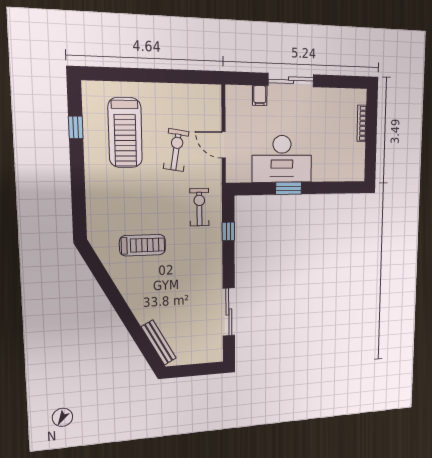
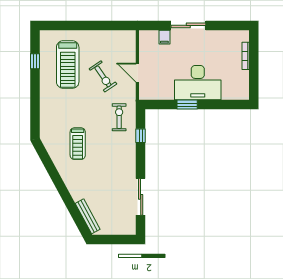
exercise bike: (176, 150) -> (103, 76), turned 137
desk: (282, 159) -> (198, 83), moved
treadmill: (143, 245) -> (78, 144), turned 90

